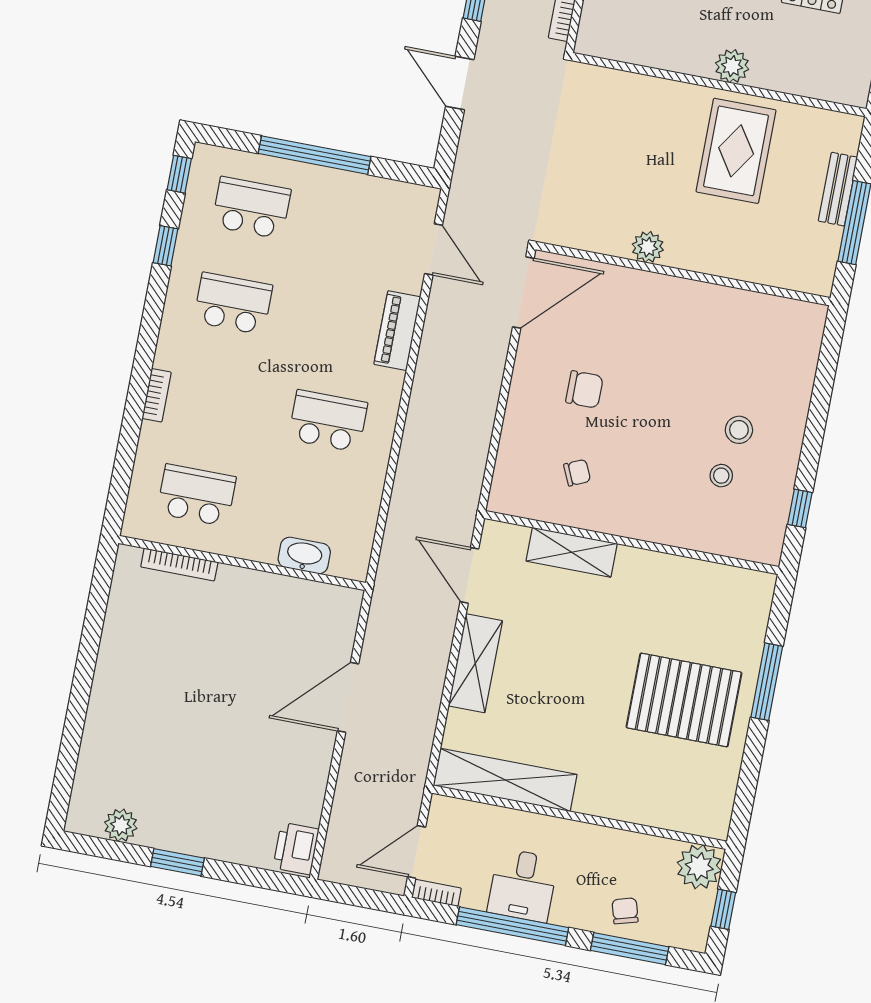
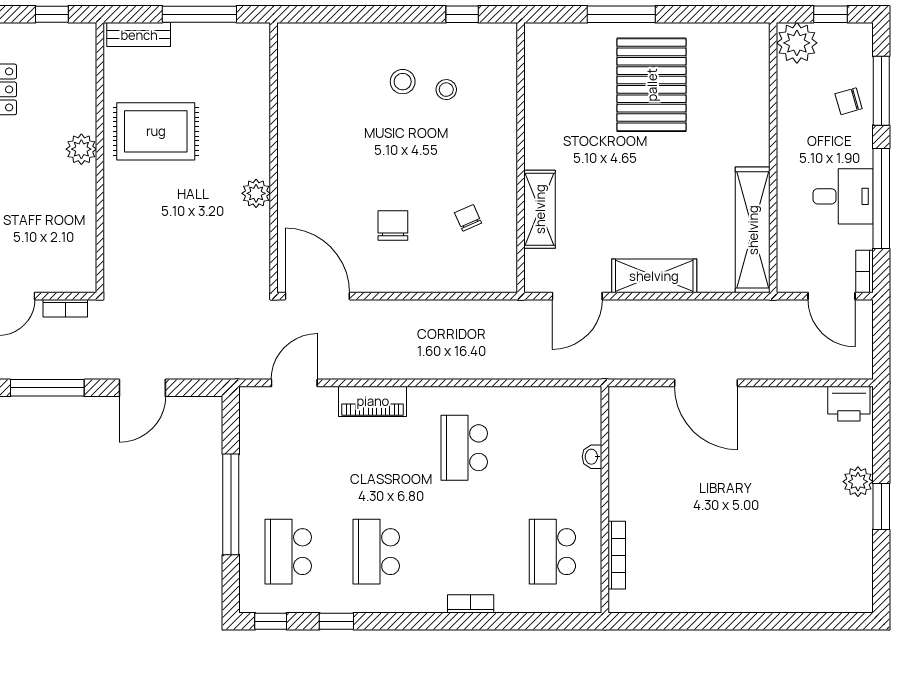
bench: (838, 189) -> (139, 35), moved
washbasin: (304, 556) -> (592, 457), width x0.52, depth x0.69
plant: (121, 825) -> (858, 482), moved

